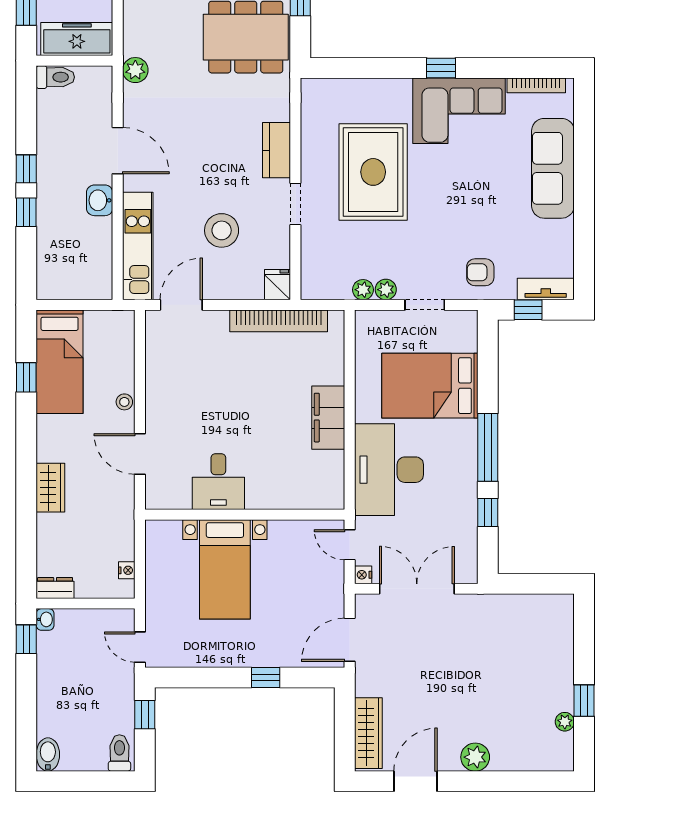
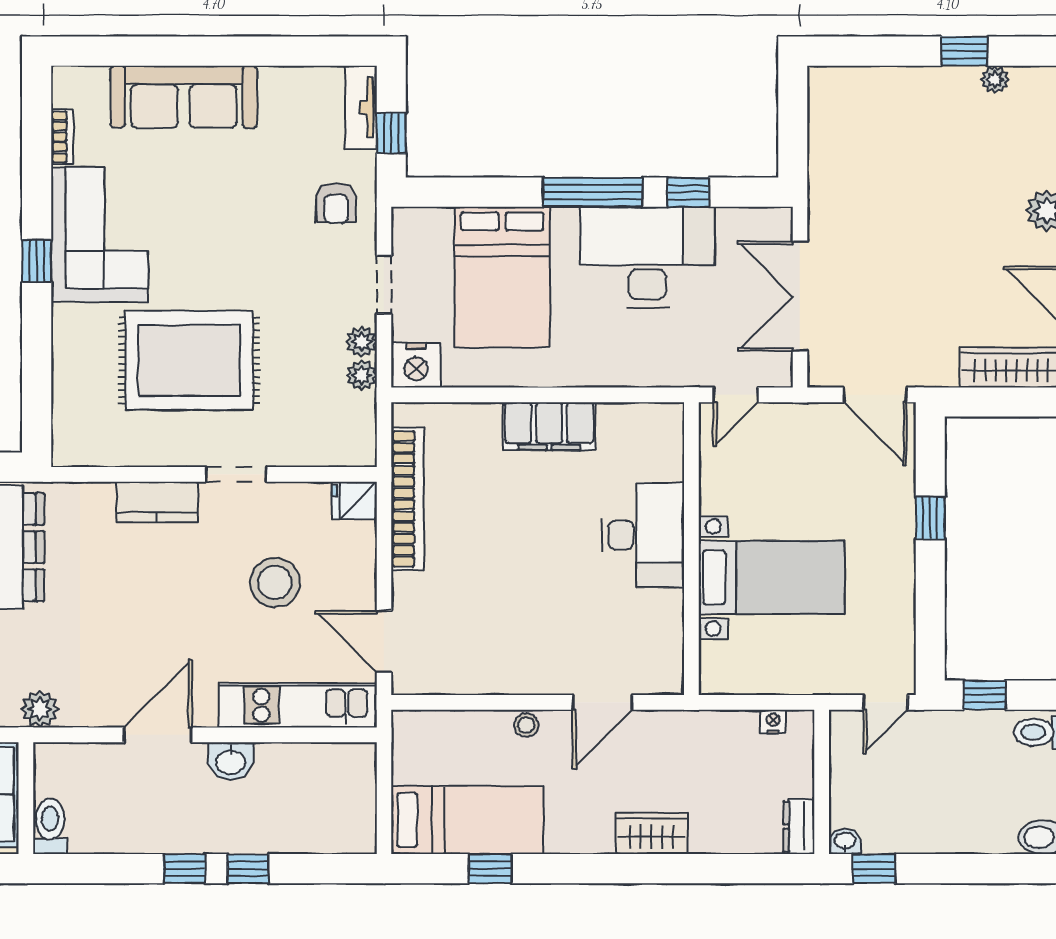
bookcase: (536, 85) -> (62, 137), width x0.64
desk: (389, 470) -> (647, 257), moved, turned 180
desk: (218, 482) -> (643, 535), moved, width x1.37
nightstand: (363, 575) -> (416, 365), moved, width x1.89, depth x1.79

